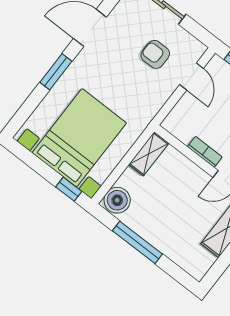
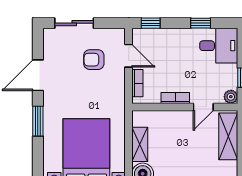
bookcase: (180, 109) -> (137, 83), added
shelving: (149, 154) -> (140, 144), moved

